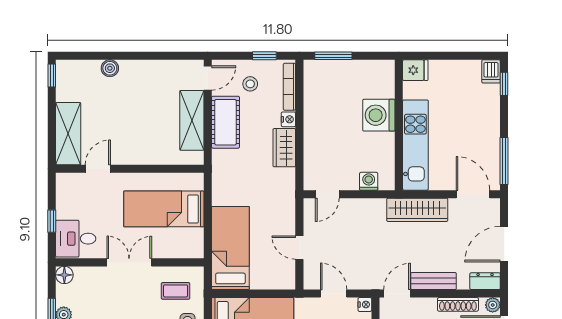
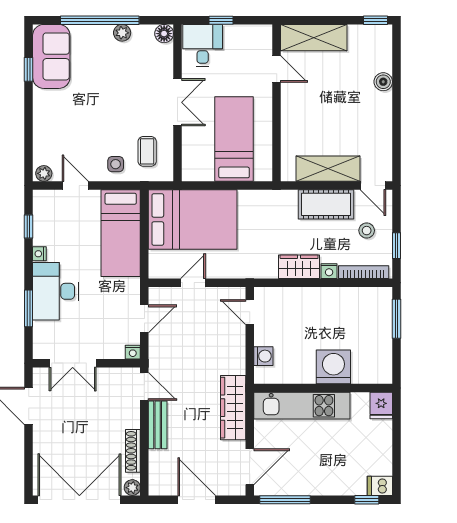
bed: (230, 248) -> (193, 219), width x1.50
dresser: (485, 281) -> (157, 479), removed

